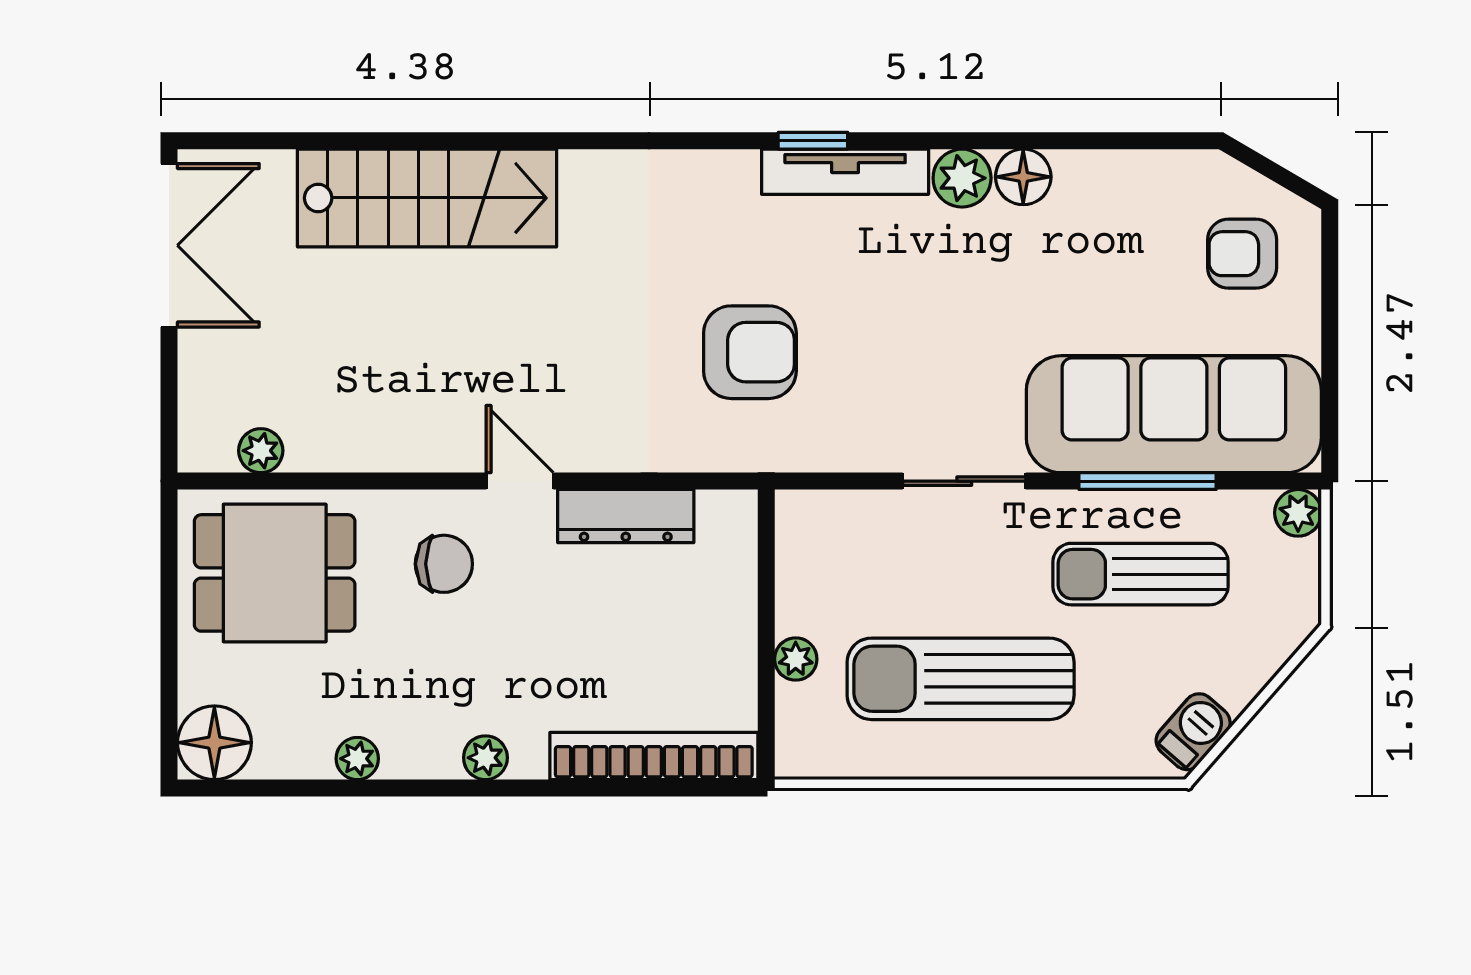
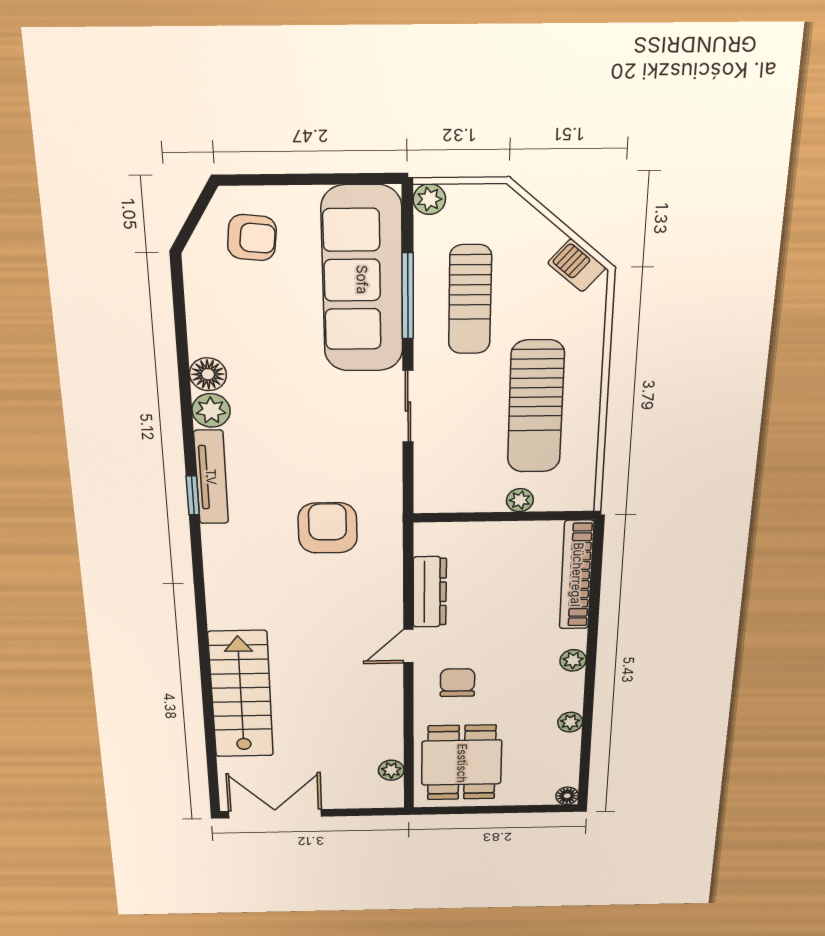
armchair: (1242, 254) -> (252, 238), turned -84
floor lamp: (214, 743) -> (567, 796), width x0.53, depth x0.53

